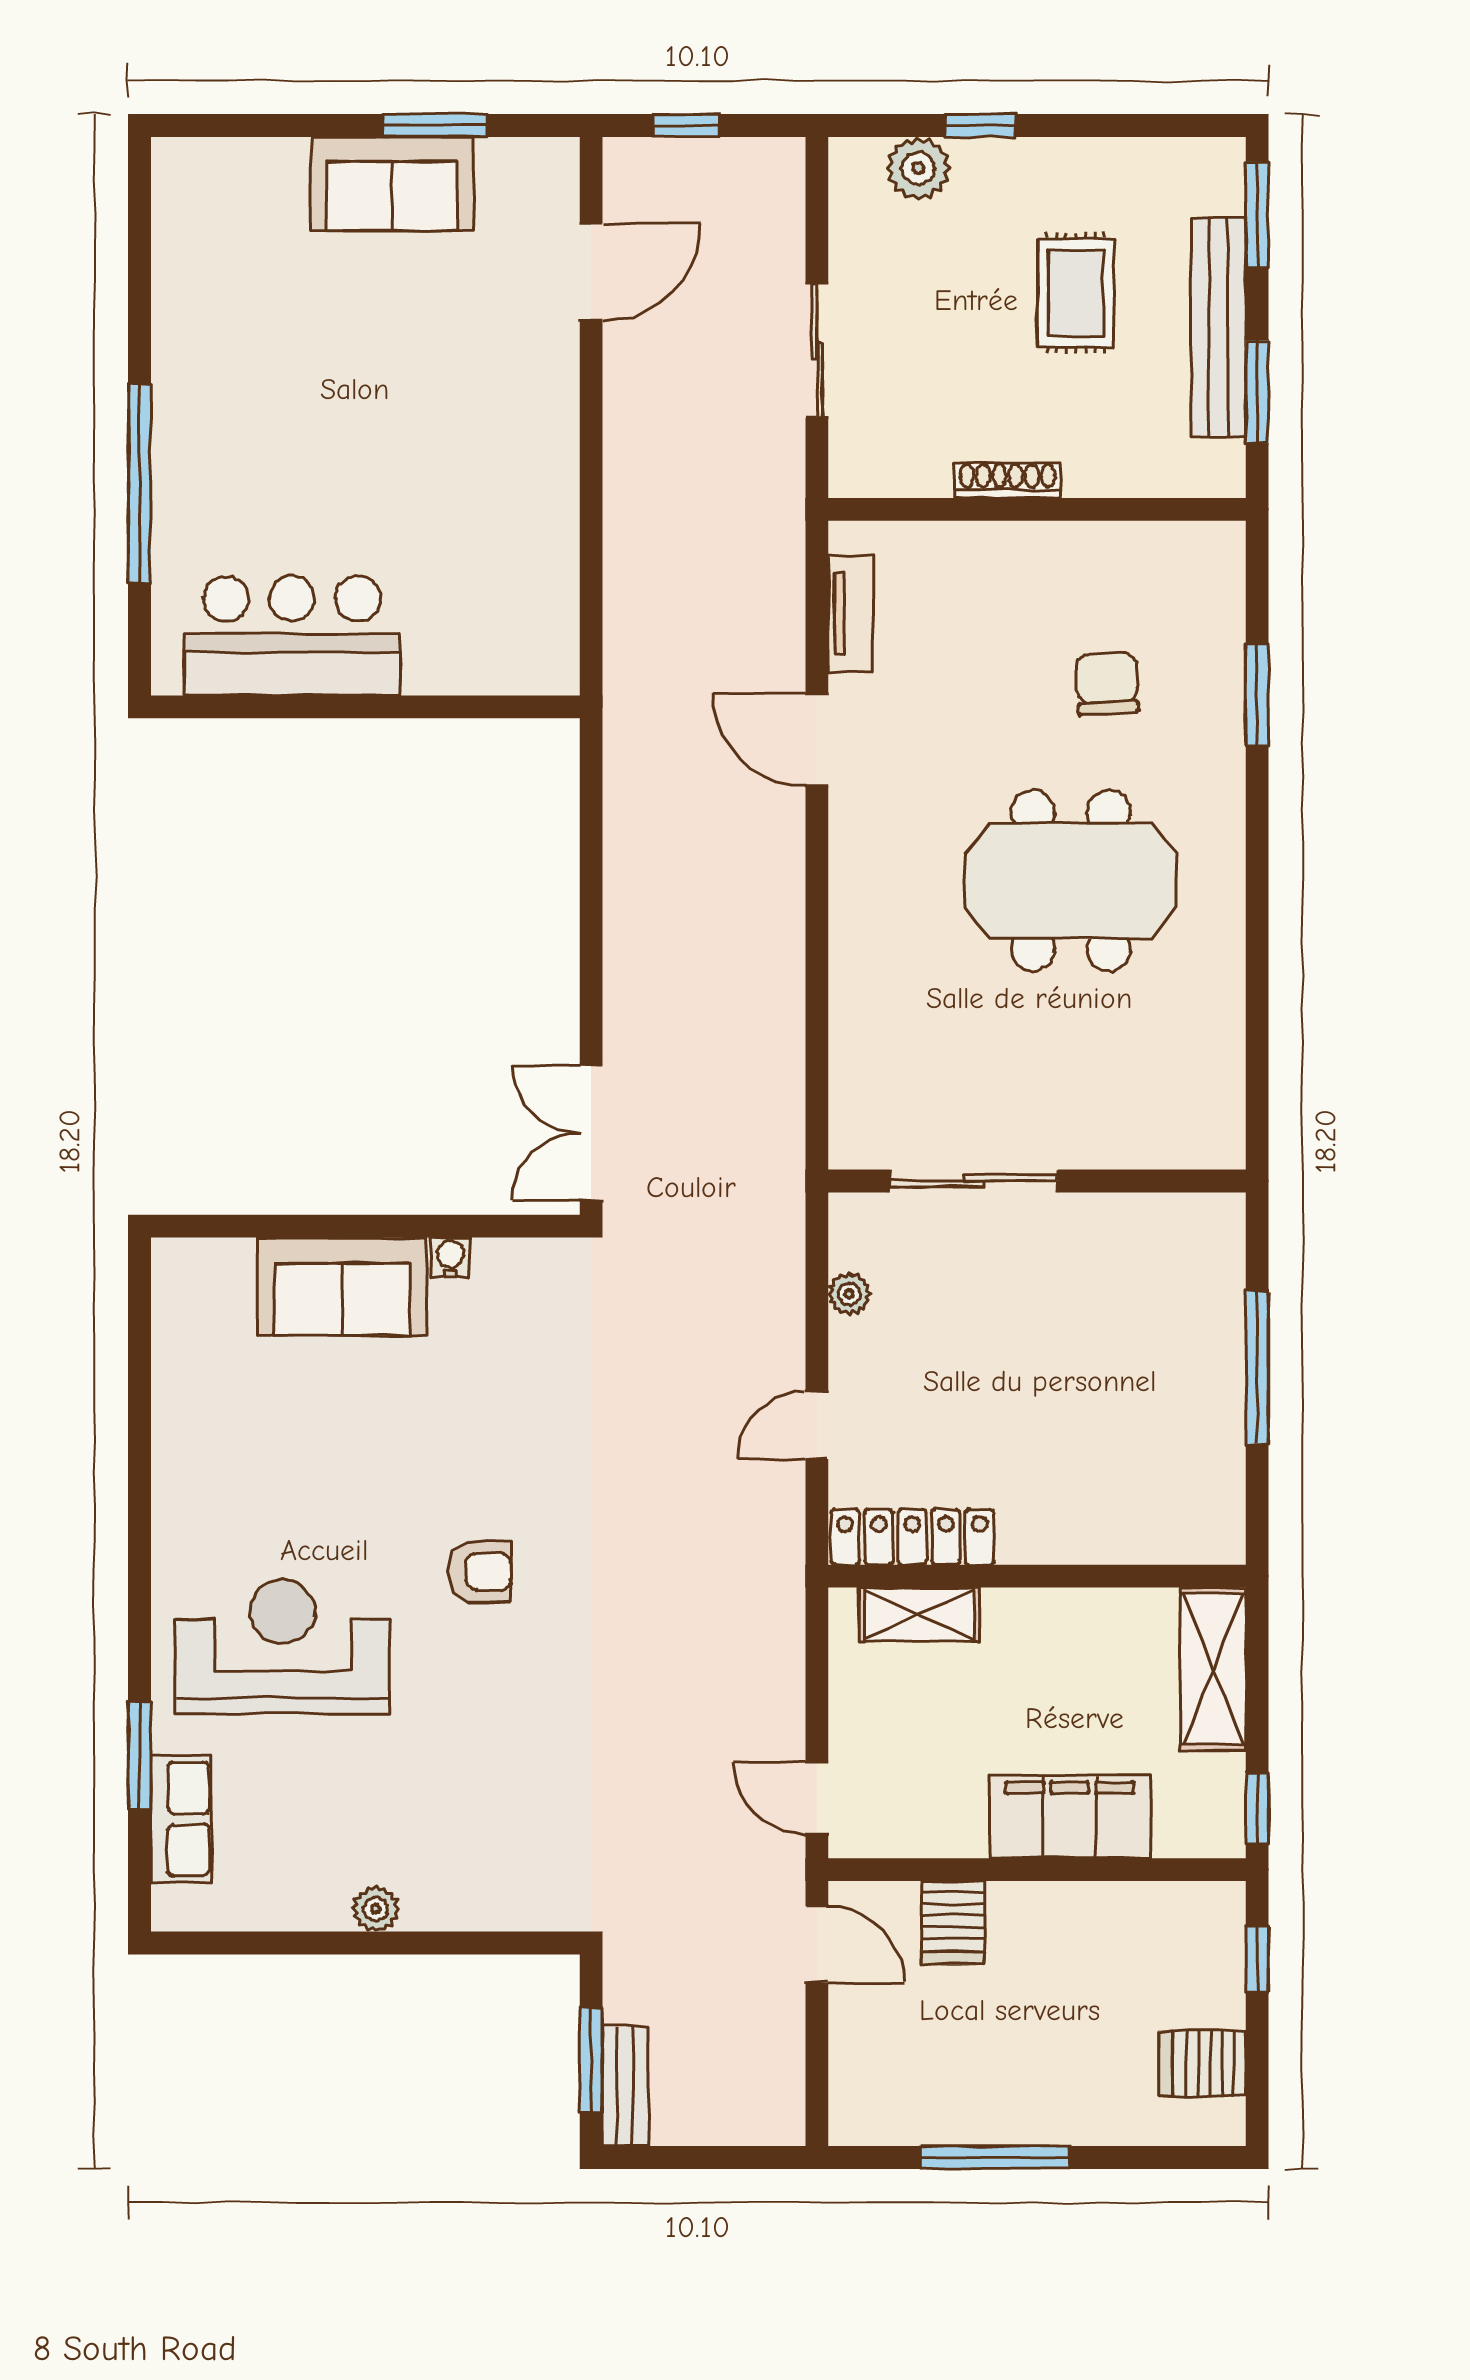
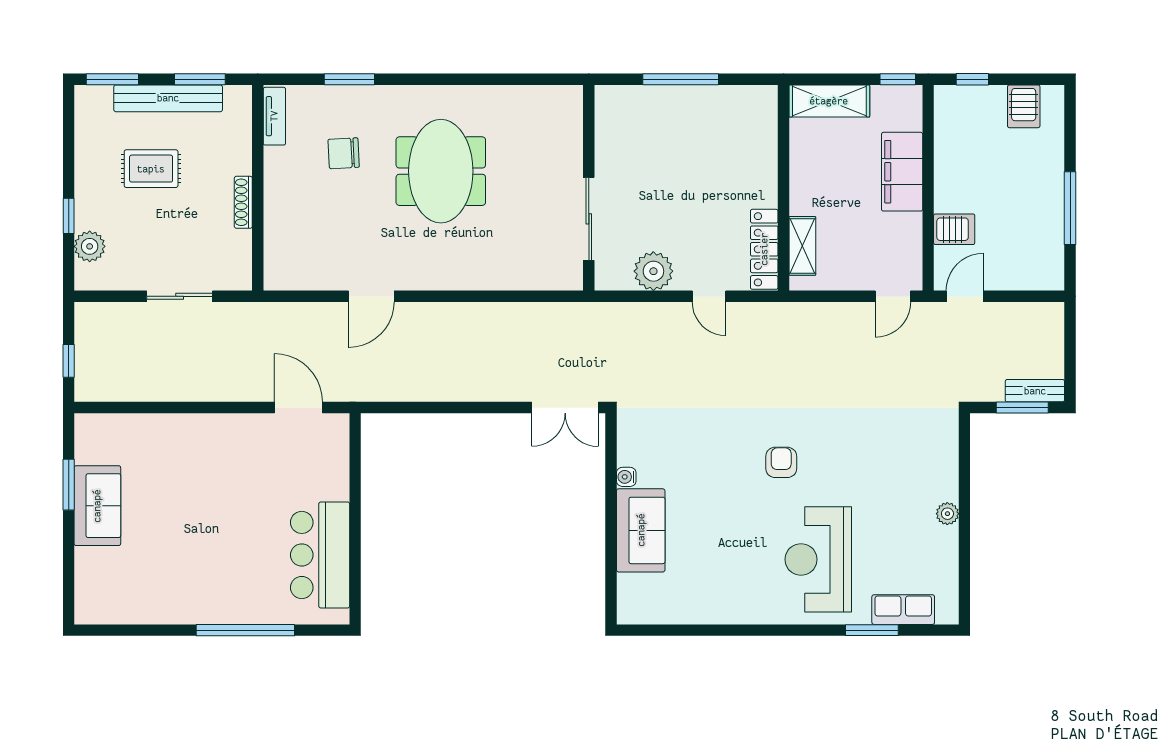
door: (591, 272) -> (298, 408), moved
tv unit: (851, 613) -> (274, 116), moved, turned 90
plant: (849, 1294) -> (653, 271), width x1.87, depth x1.87

